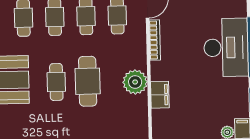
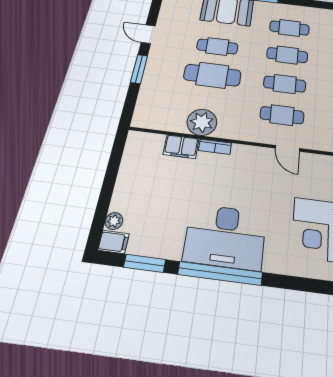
bookcase: (155, 40) -> (215, 147), moved, width x0.64

